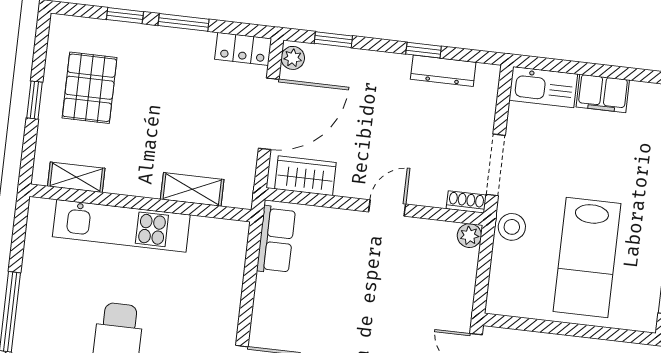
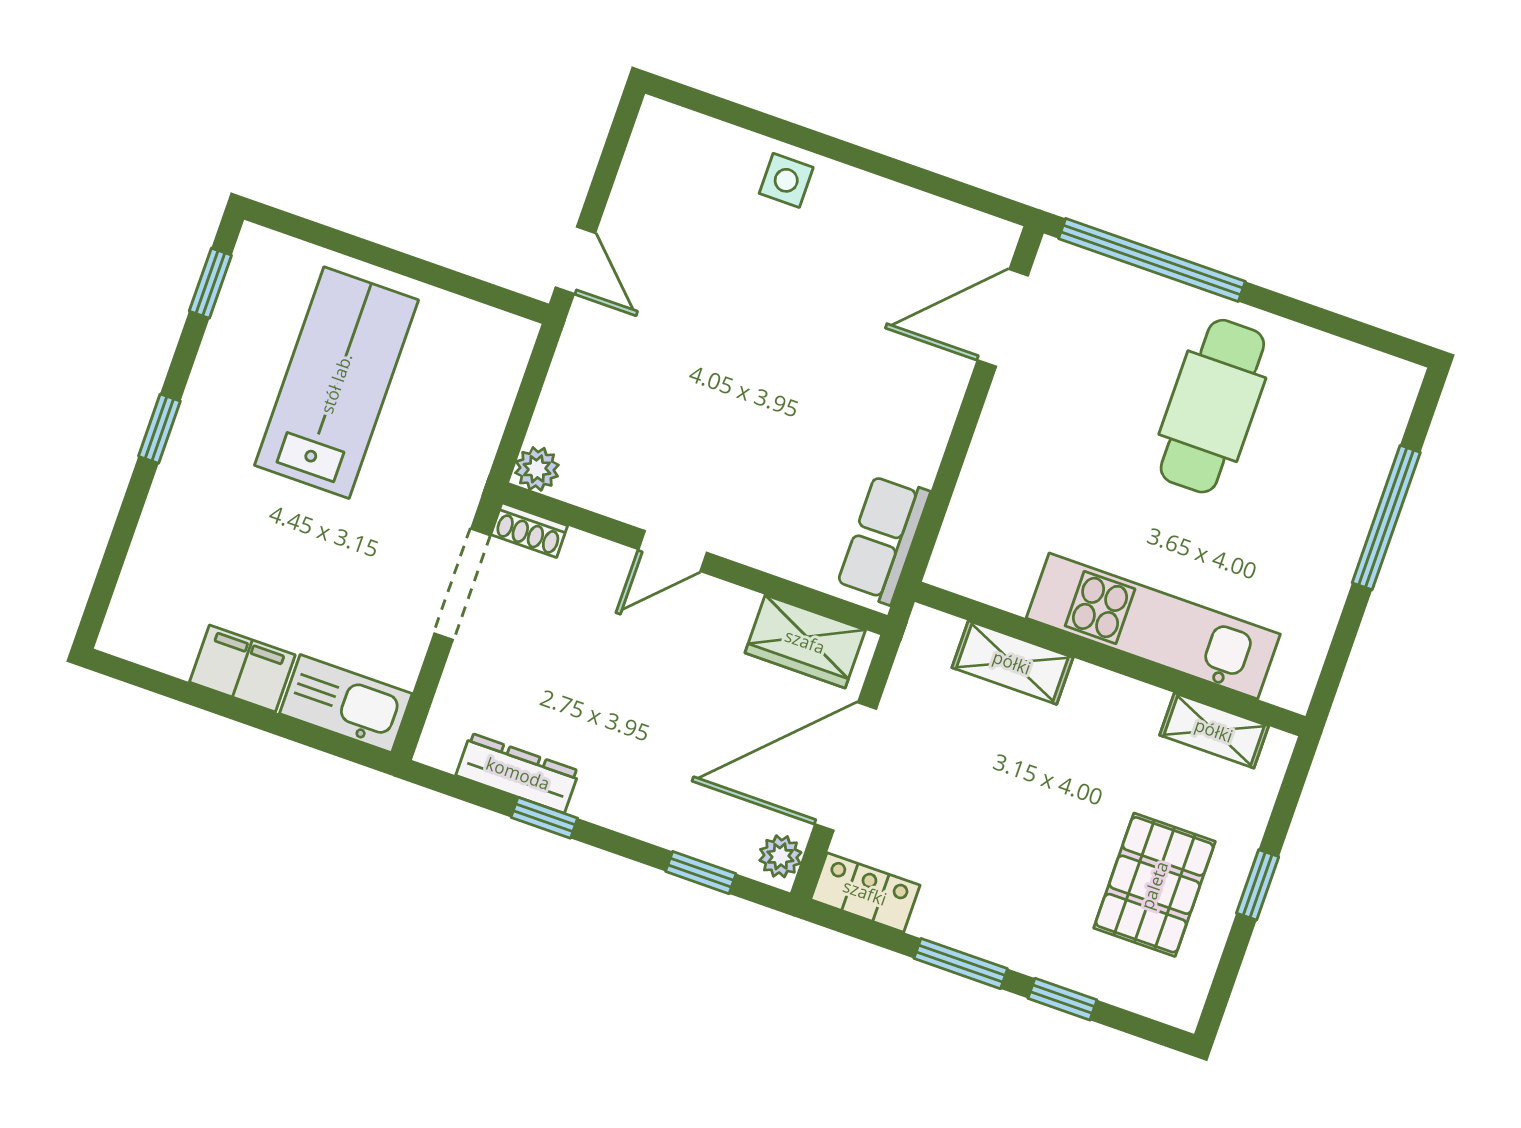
stool: (512, 227) -> (458, 467), removed

